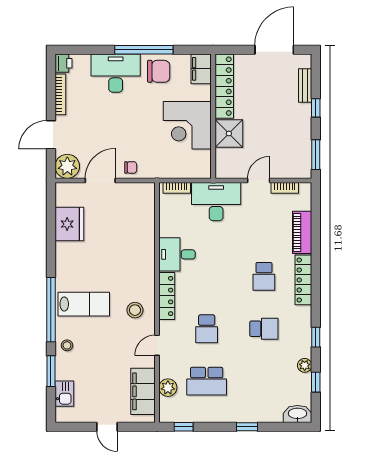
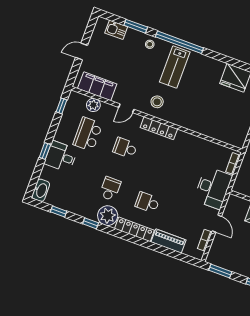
desk: (177, 254) -> (61, 156), moved, turned -90
school desk: (264, 329) -> (110, 189), turned 180
door: (157, 345) -> (126, 108), swing flipped
plant: (305, 365) -> (108, 216), moved, width x1.87, depth x1.87

